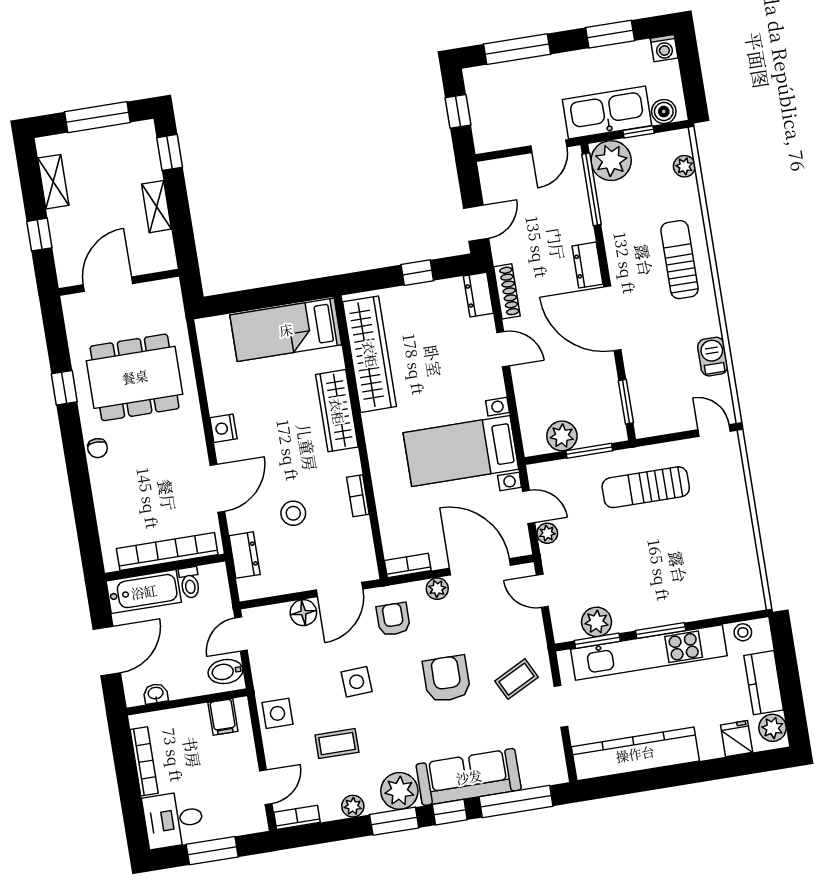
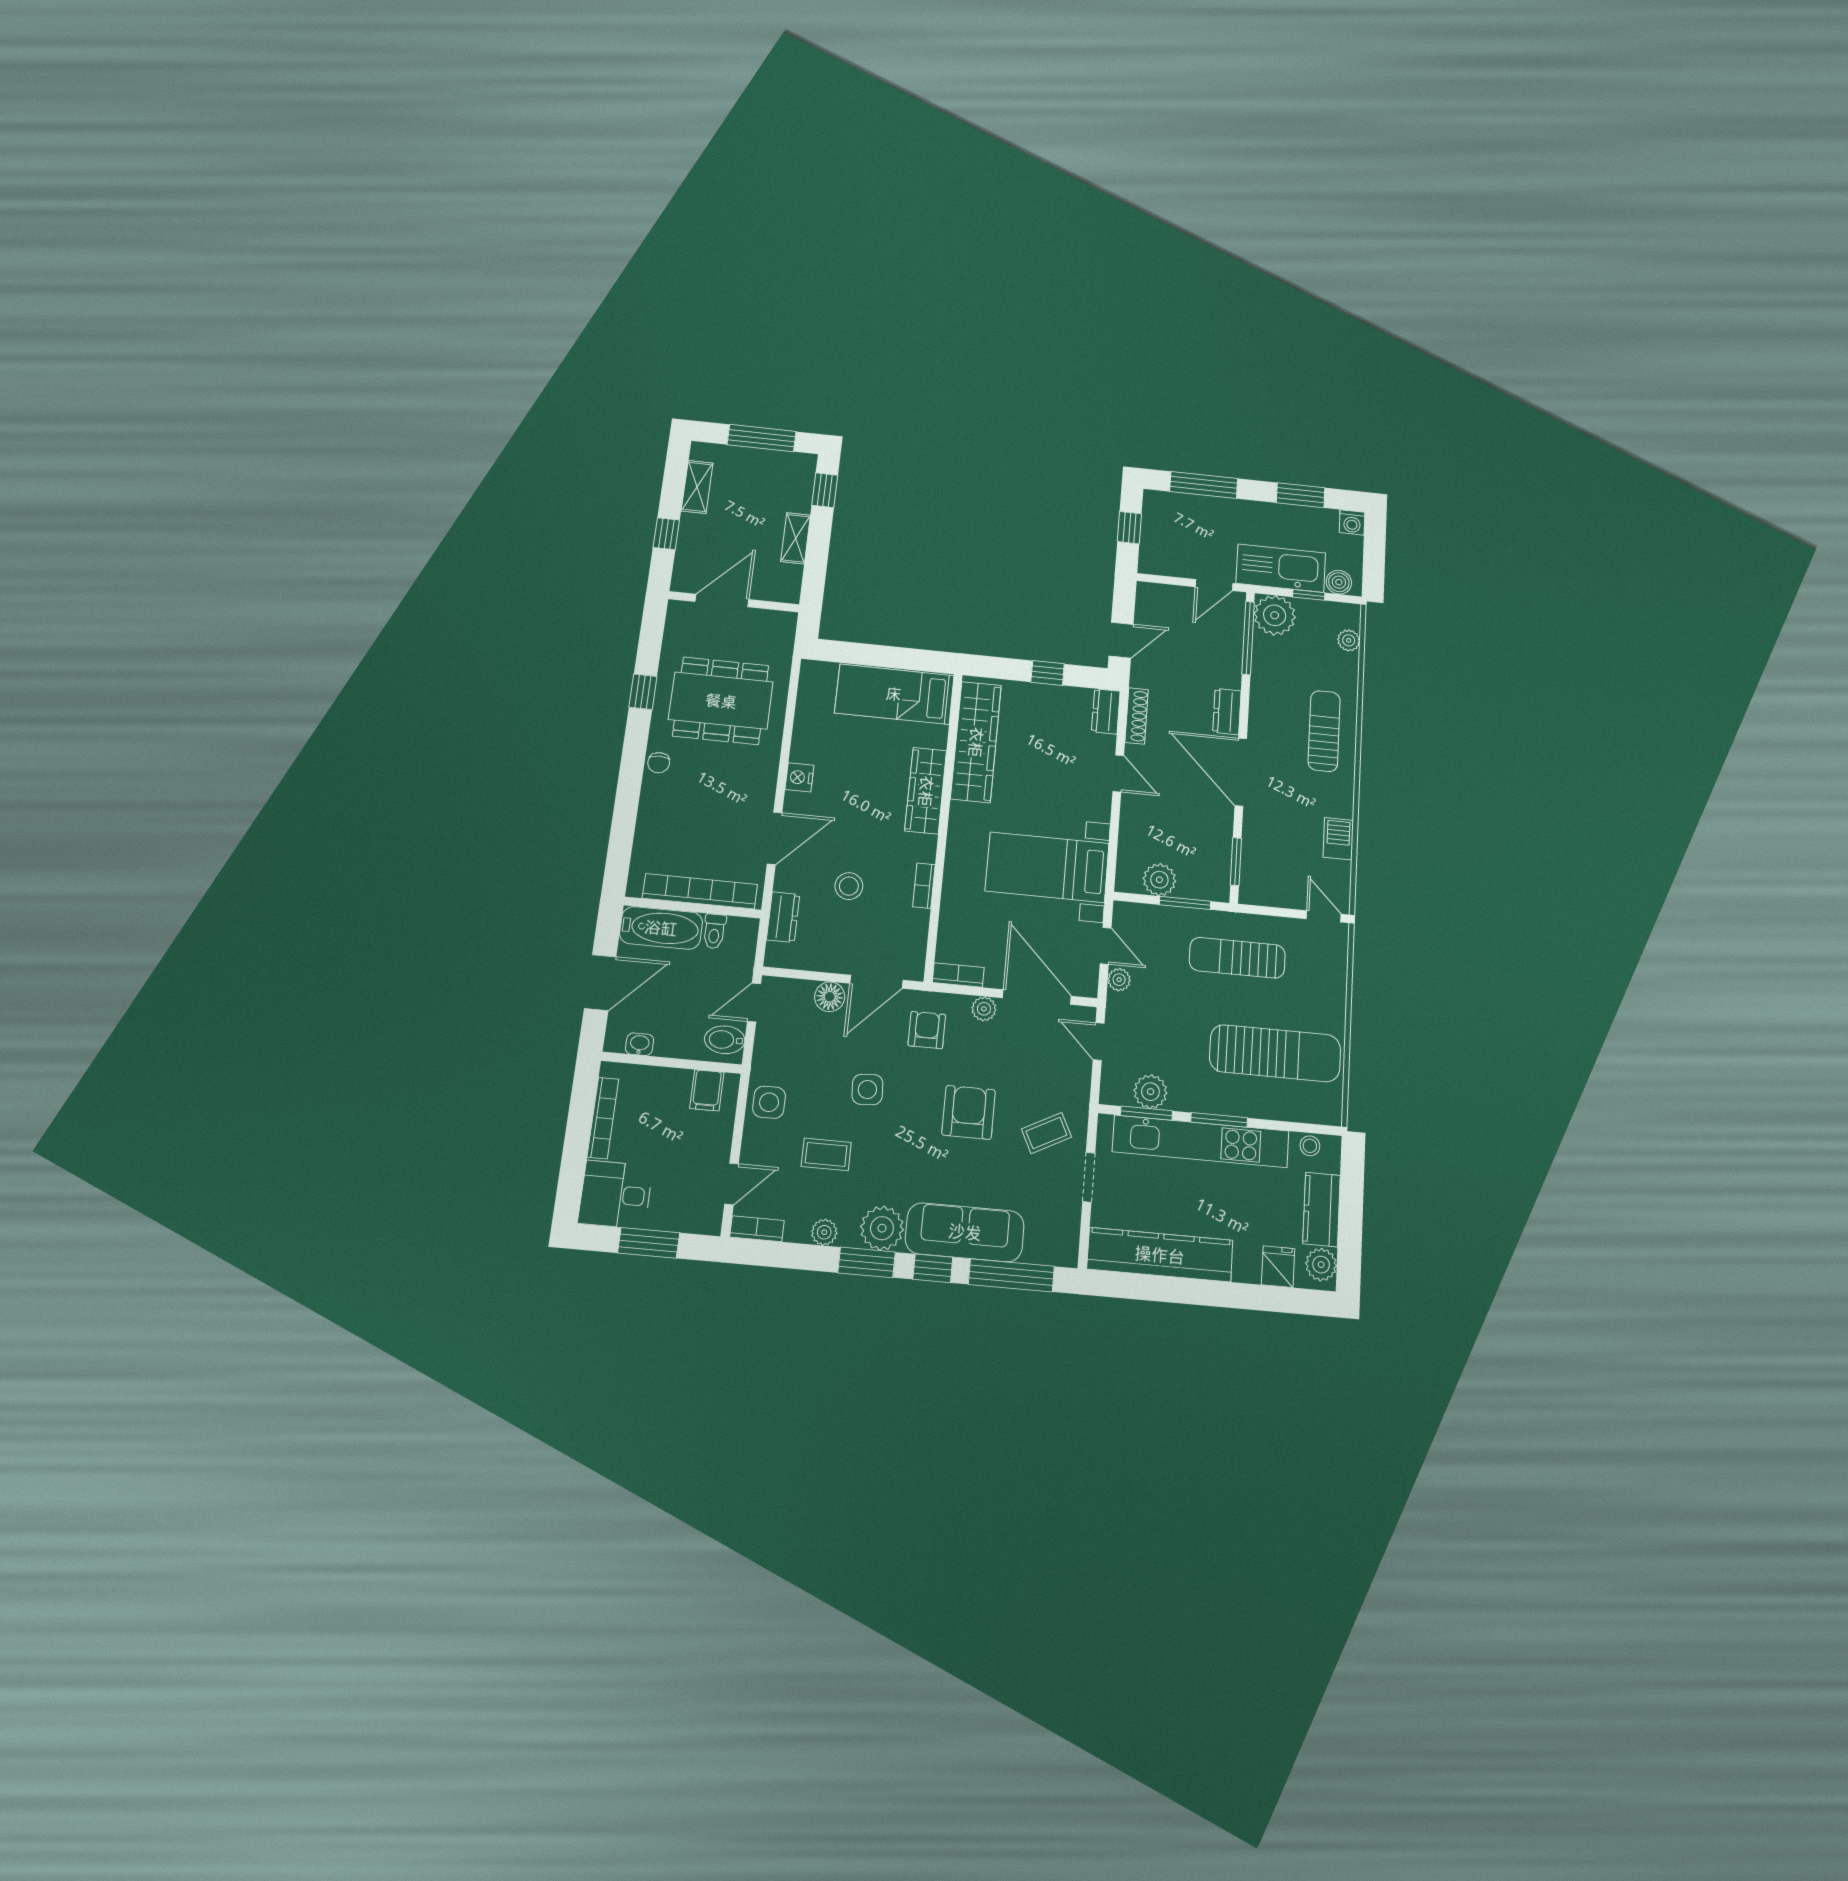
sun lounger: (696, 562) -> (1275, 1053), added

